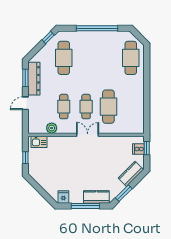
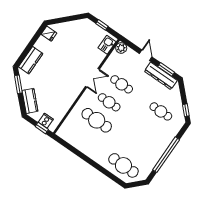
cafe table: (64, 58) -> (161, 111), width x0.73, depth x0.74
plant: (52, 128) -> (121, 48), moved
double door: (88, 135) -> (92, 78), moved
window: (85, 206) -> (30, 46), removed

